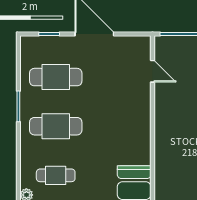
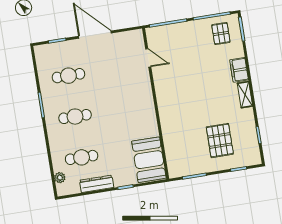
cafe table: (56, 77) -> (68, 76), width x0.73, depth x0.74
cafe table: (56, 126) -> (75, 117), width x0.73, depth x0.74

